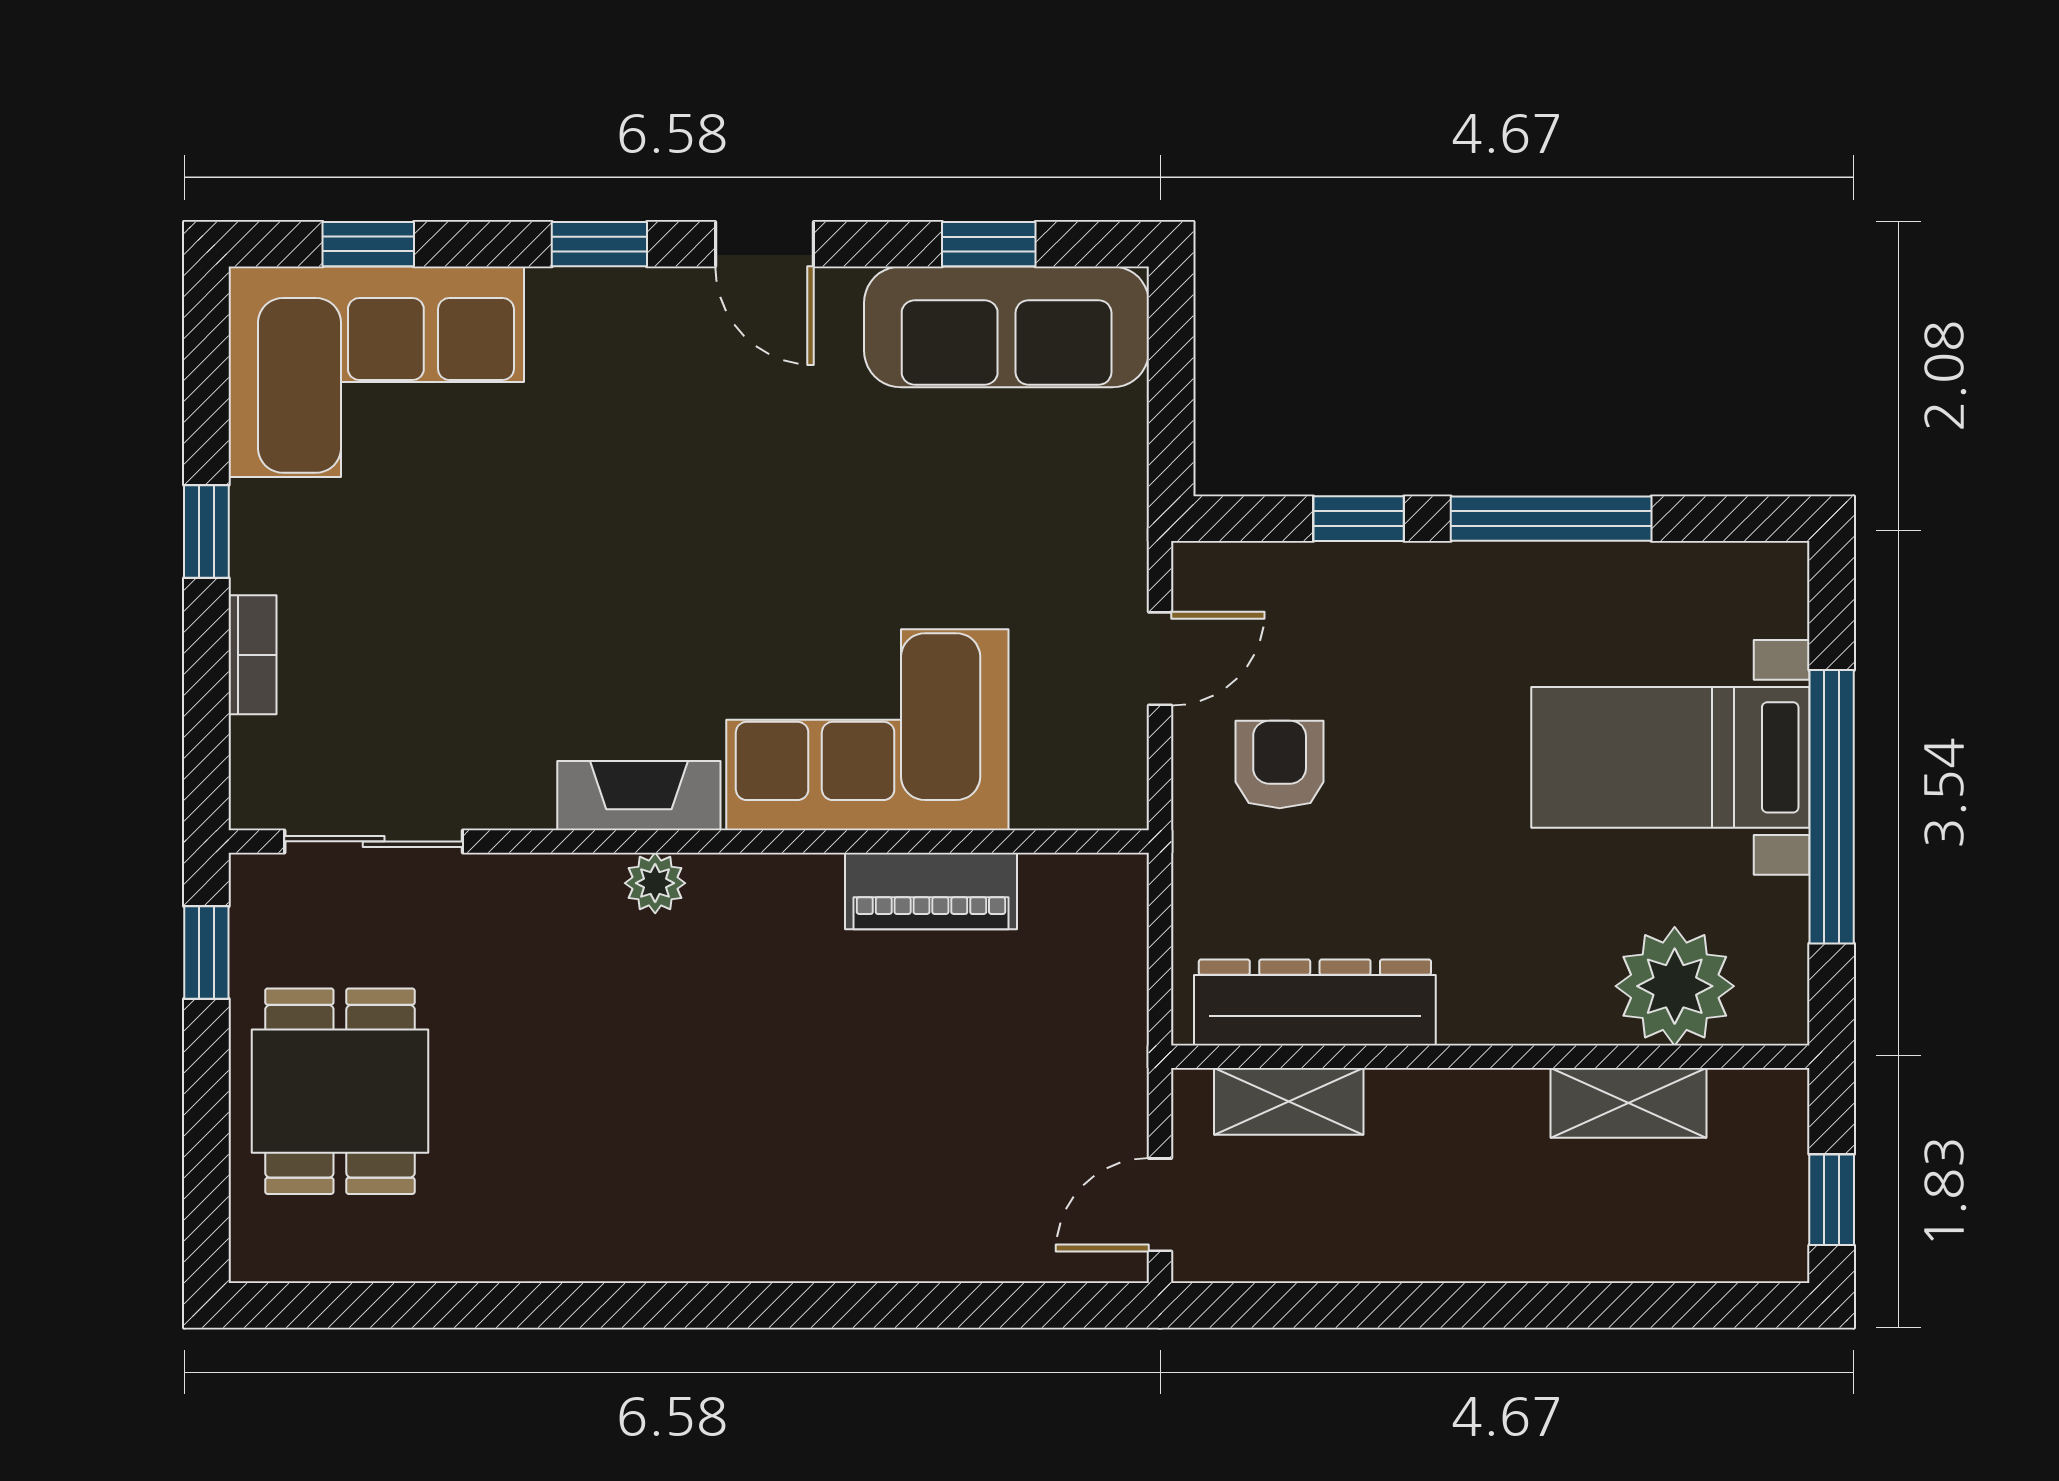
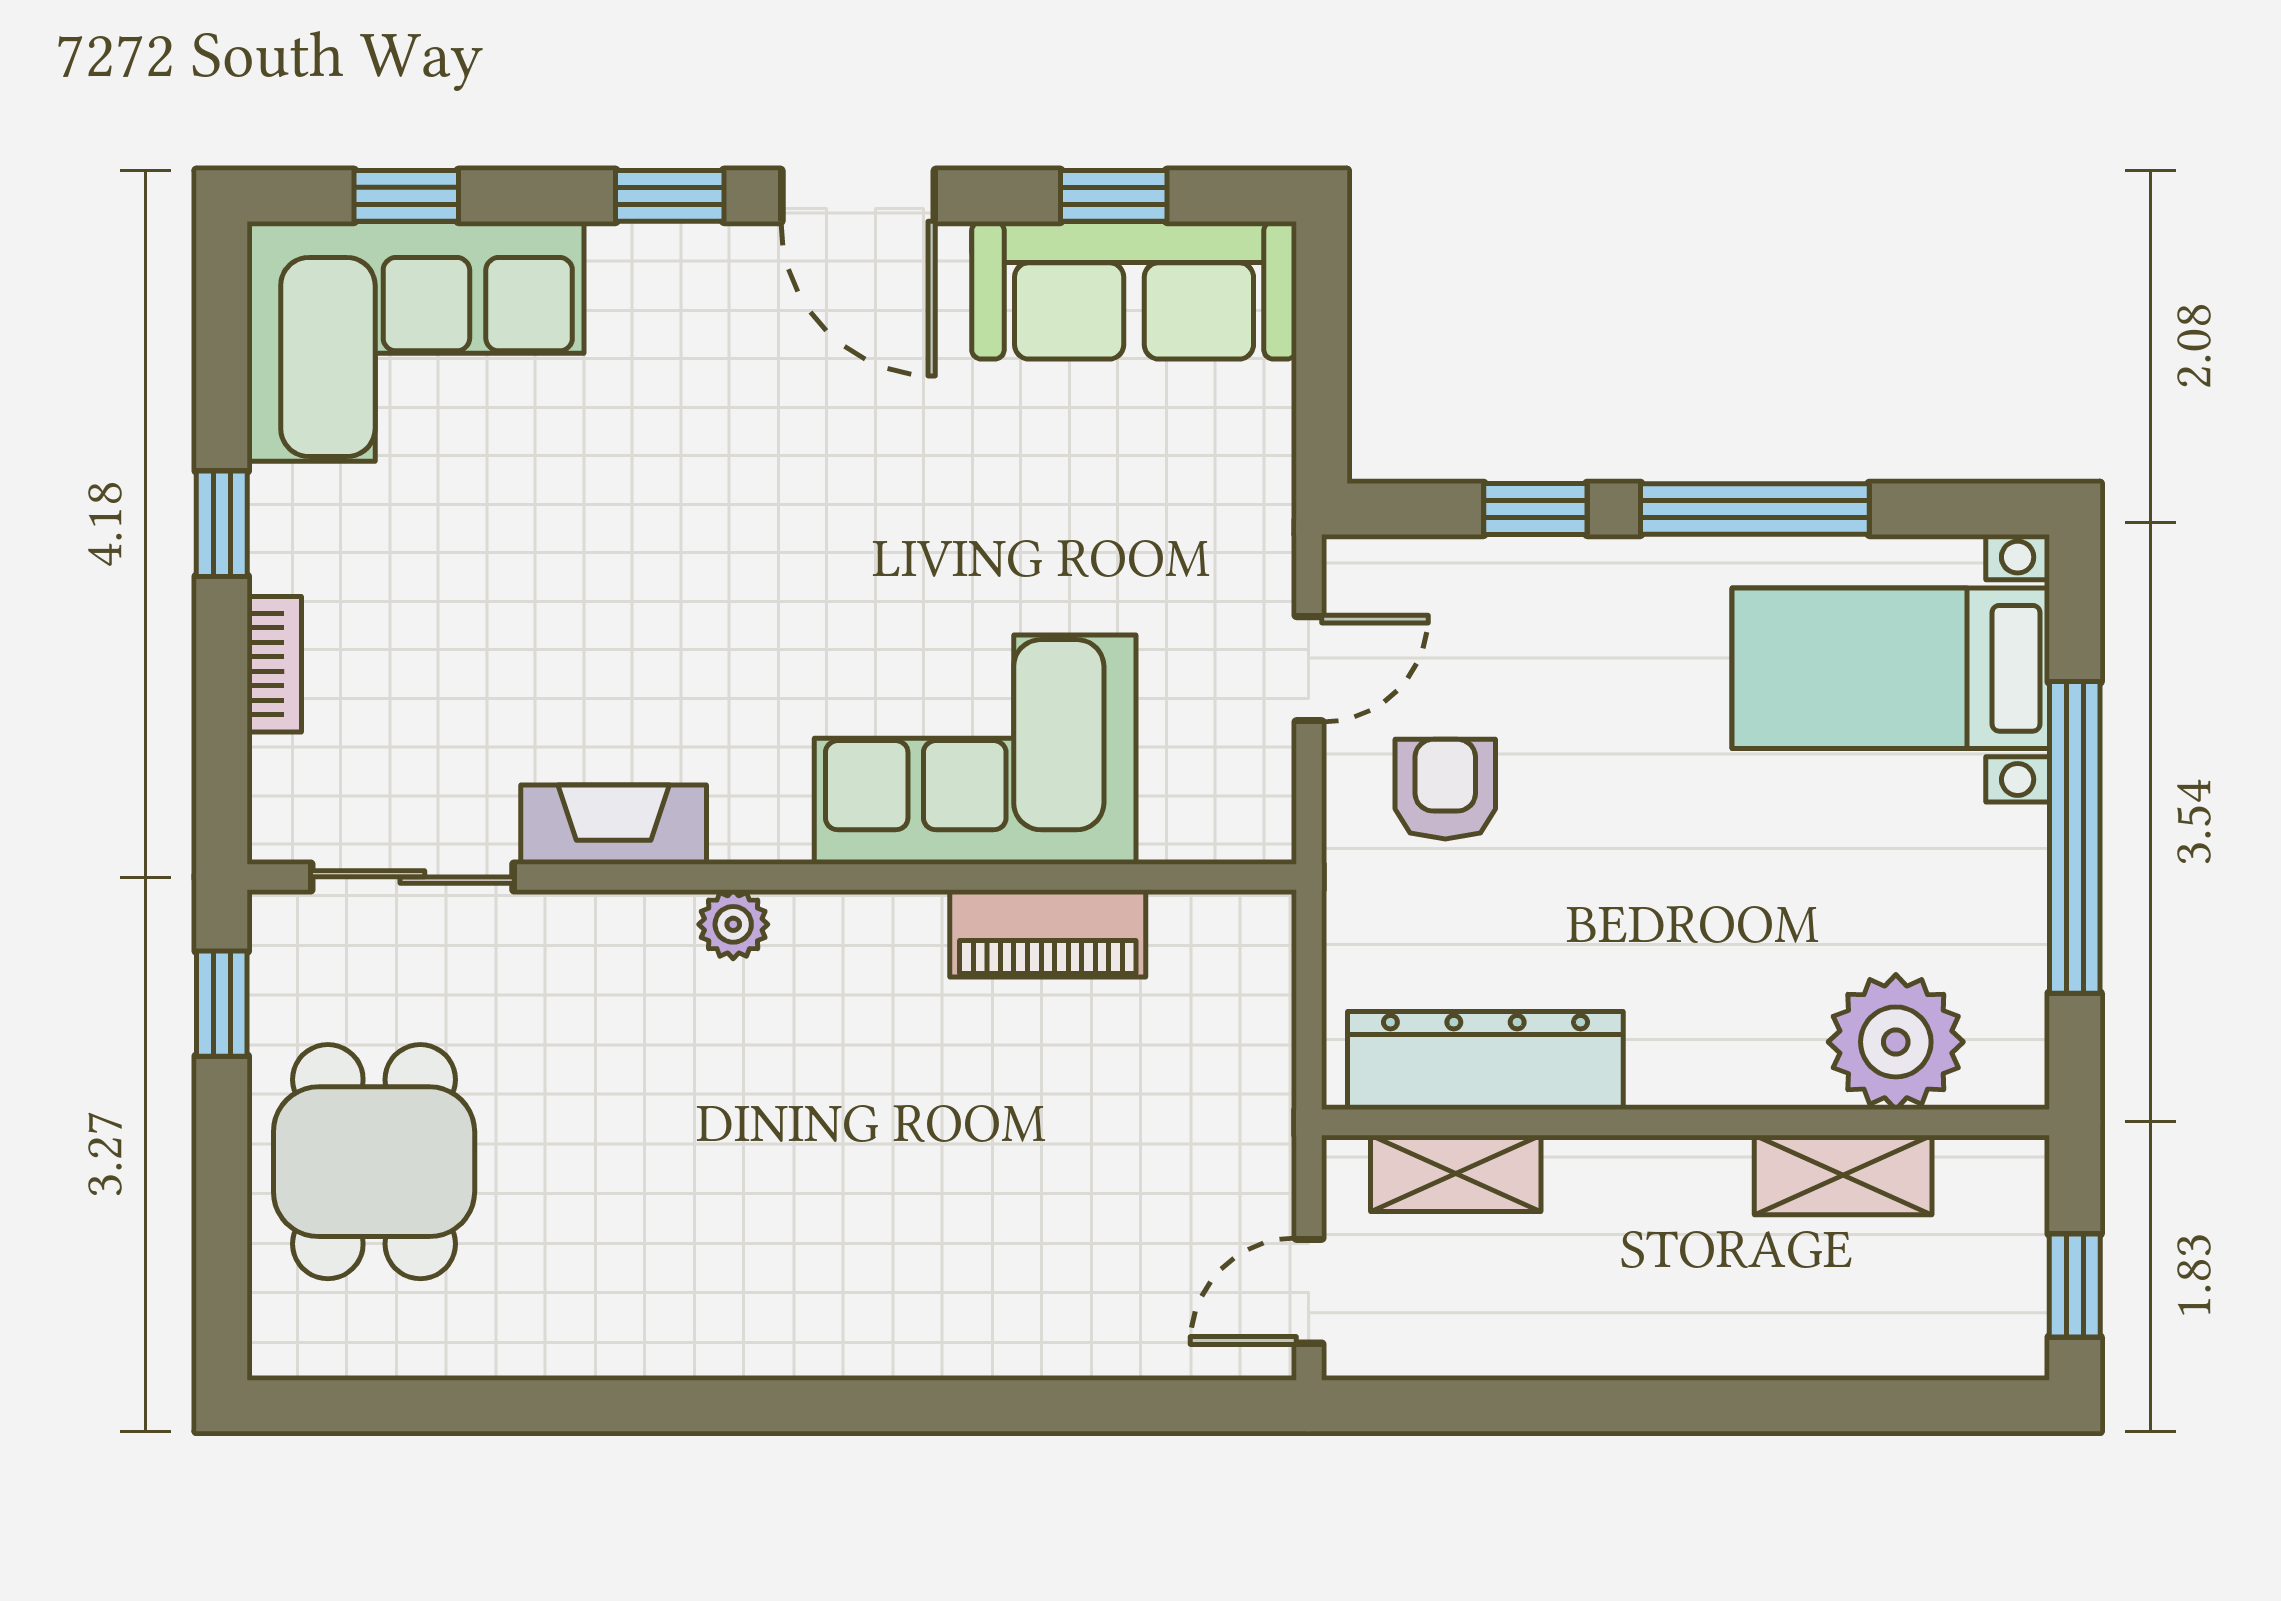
door: (765, 244) -> (858, 196), width x1.38
bed with nightstands: (1670, 757) -> (1891, 668), moved
fireplace: (639, 796) -> (614, 825), moved

